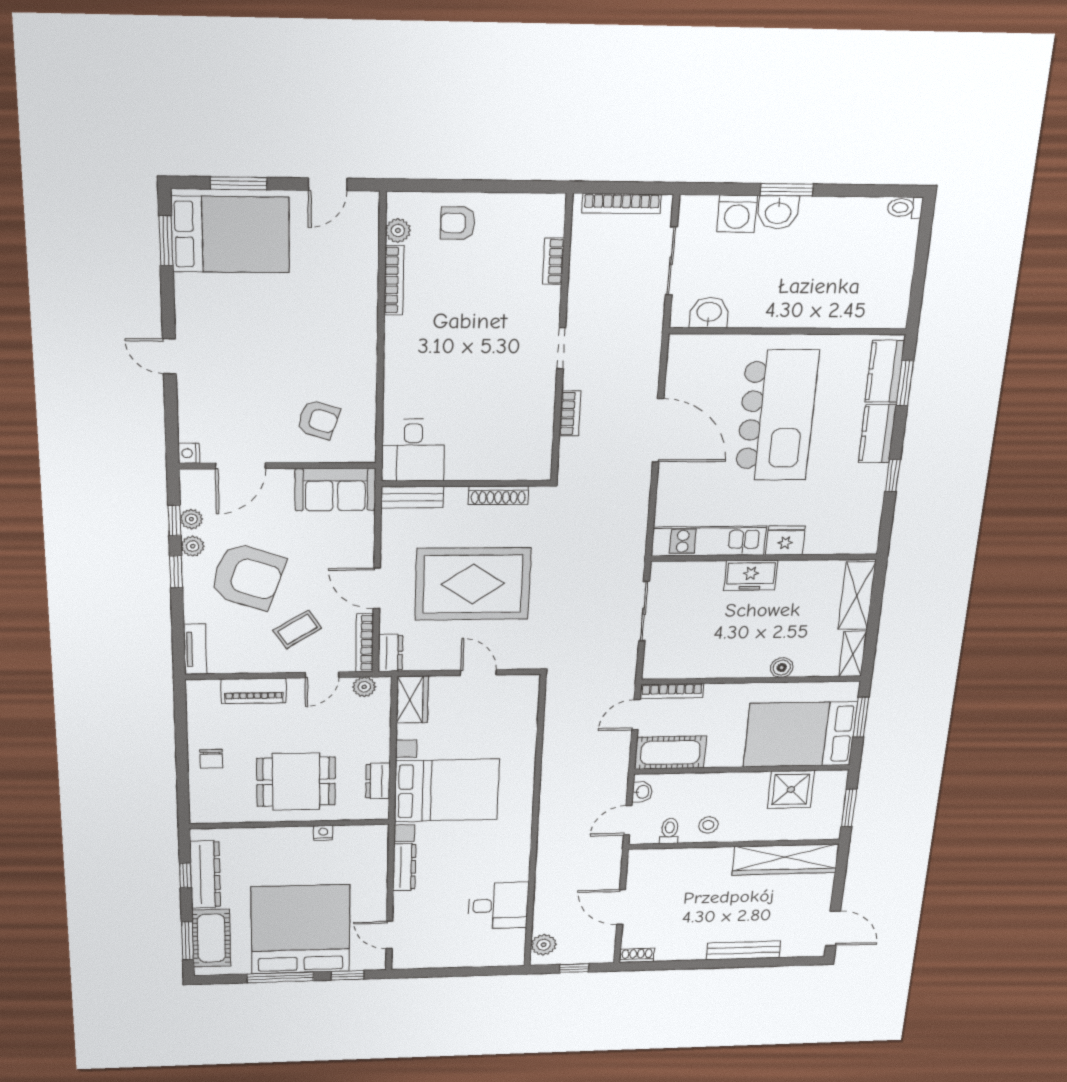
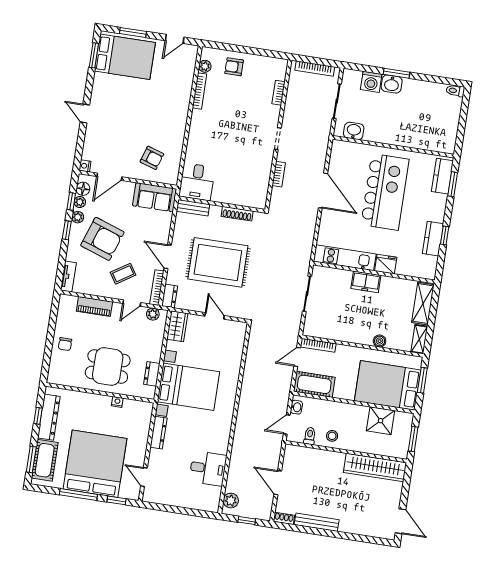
kitchen counter: (877, 434) -> (433, 239), moved
floor lamp: (193, 495) -> (83, 189), added
bench: (743, 950) -> (317, 522), moved

